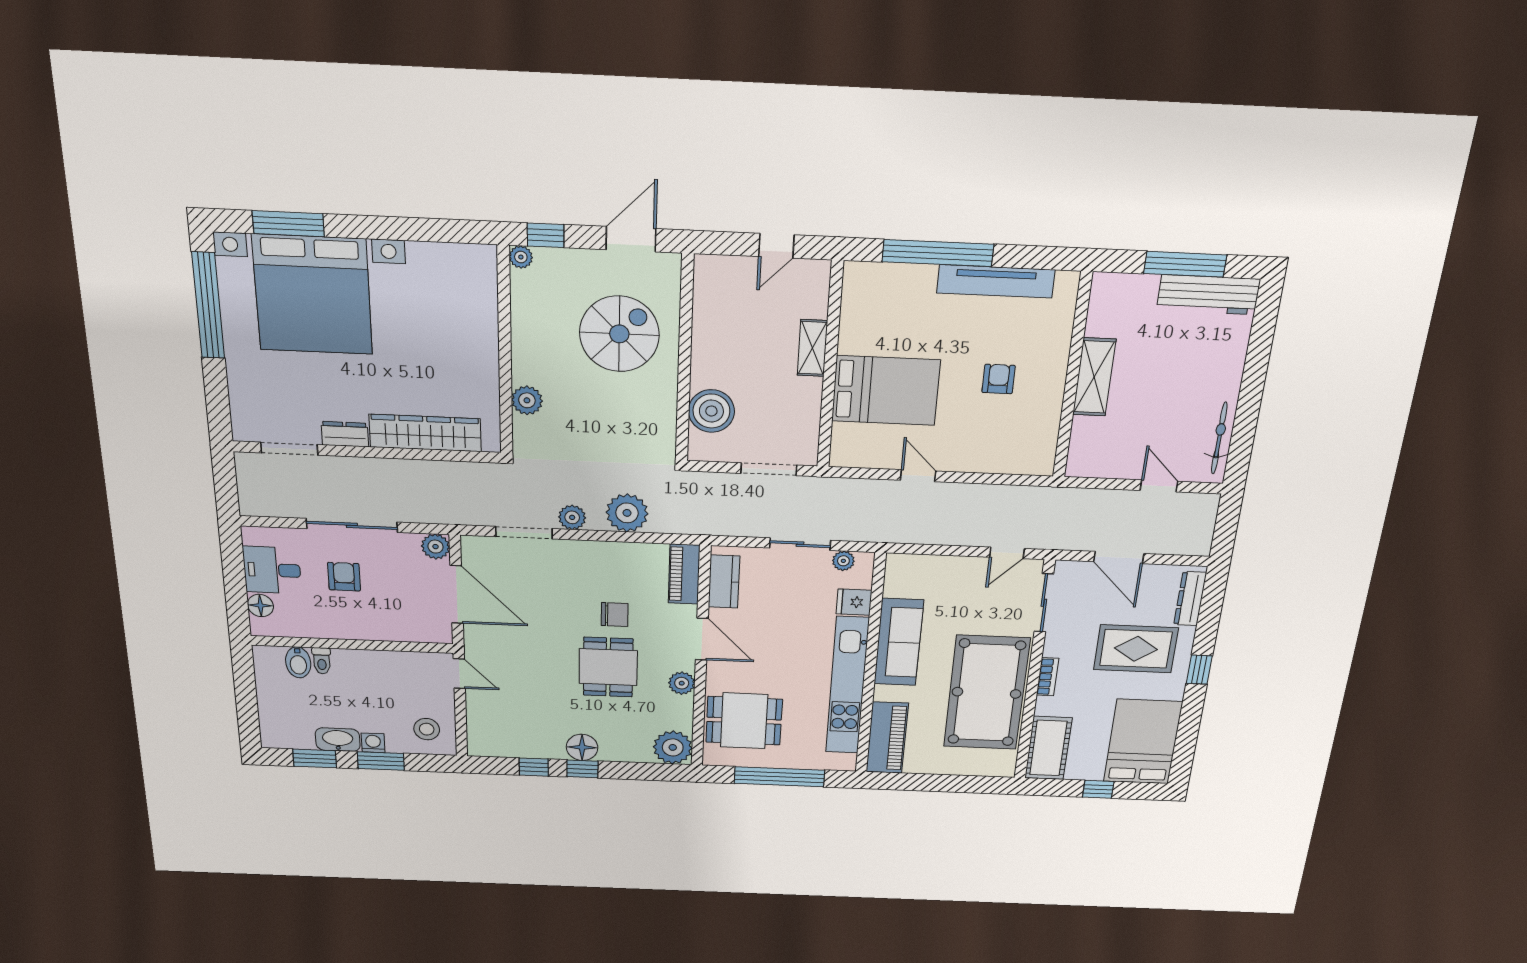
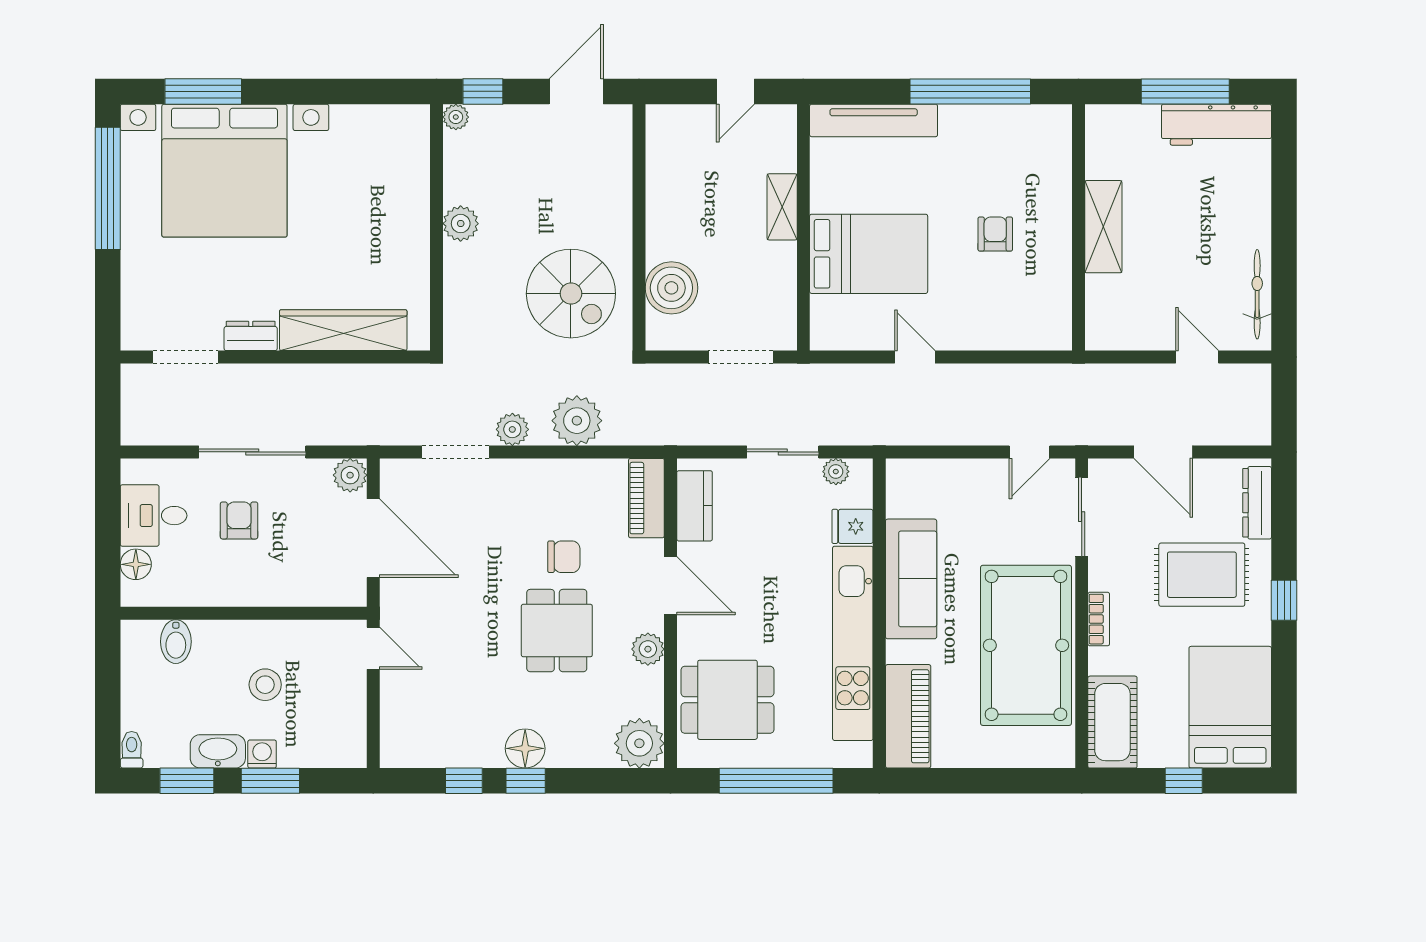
window: (938, 253) -> (970, 91), moved
tv unit: (996, 281) -> (874, 120), moved
spiral stairs: (619, 334) -> (571, 294), moved, turned 90
plant: (527, 400) -> (461, 224), moved
toilet: (322, 661) -> (132, 750), moved, turned 180
stool: (427, 729) -> (265, 685), moved

